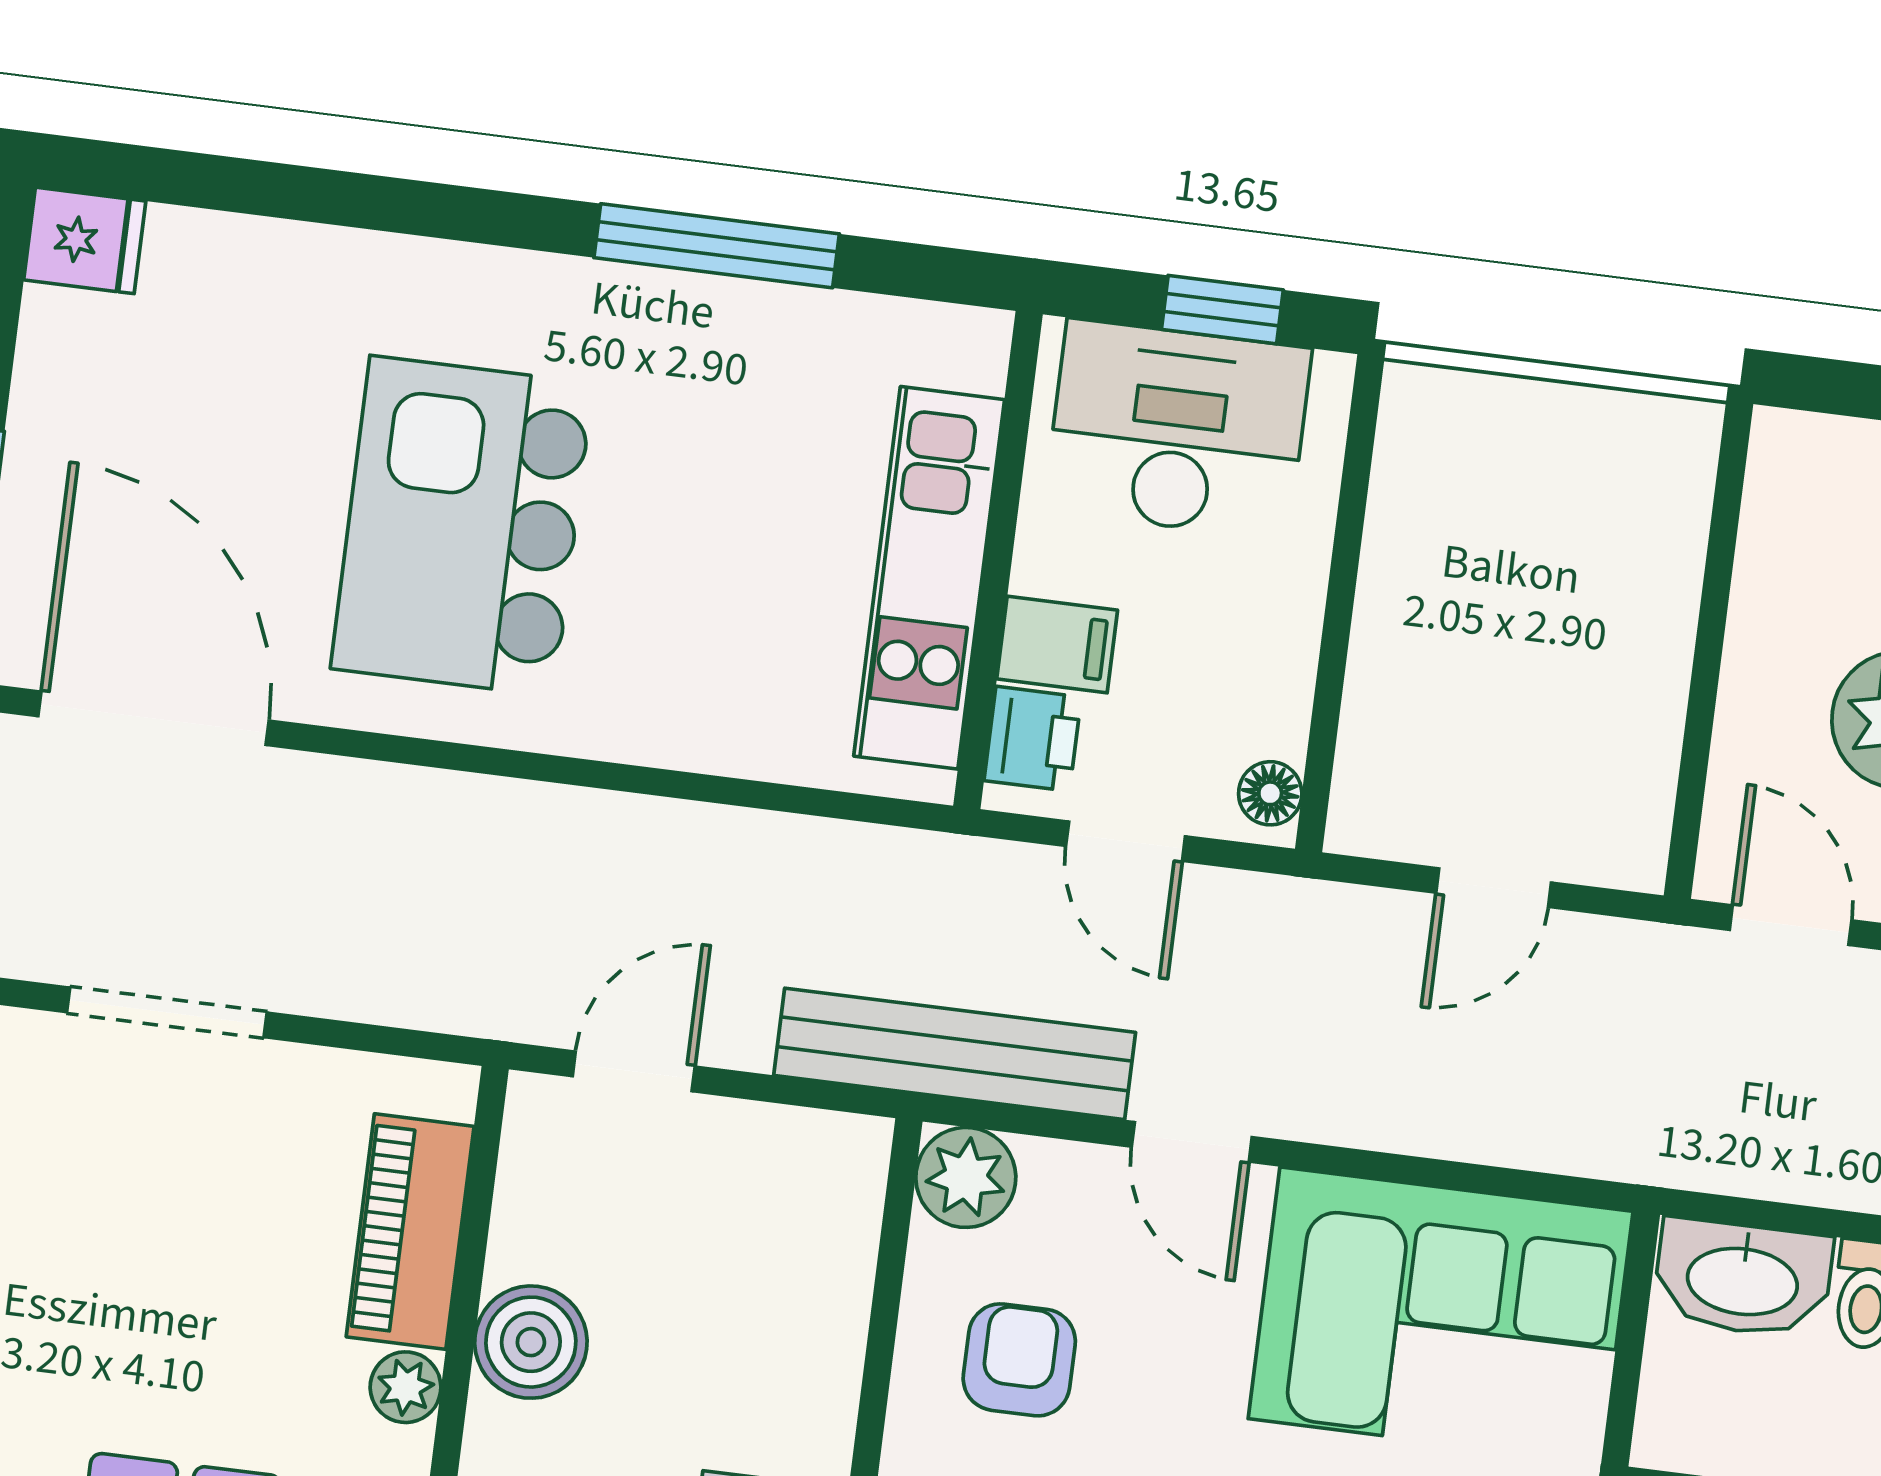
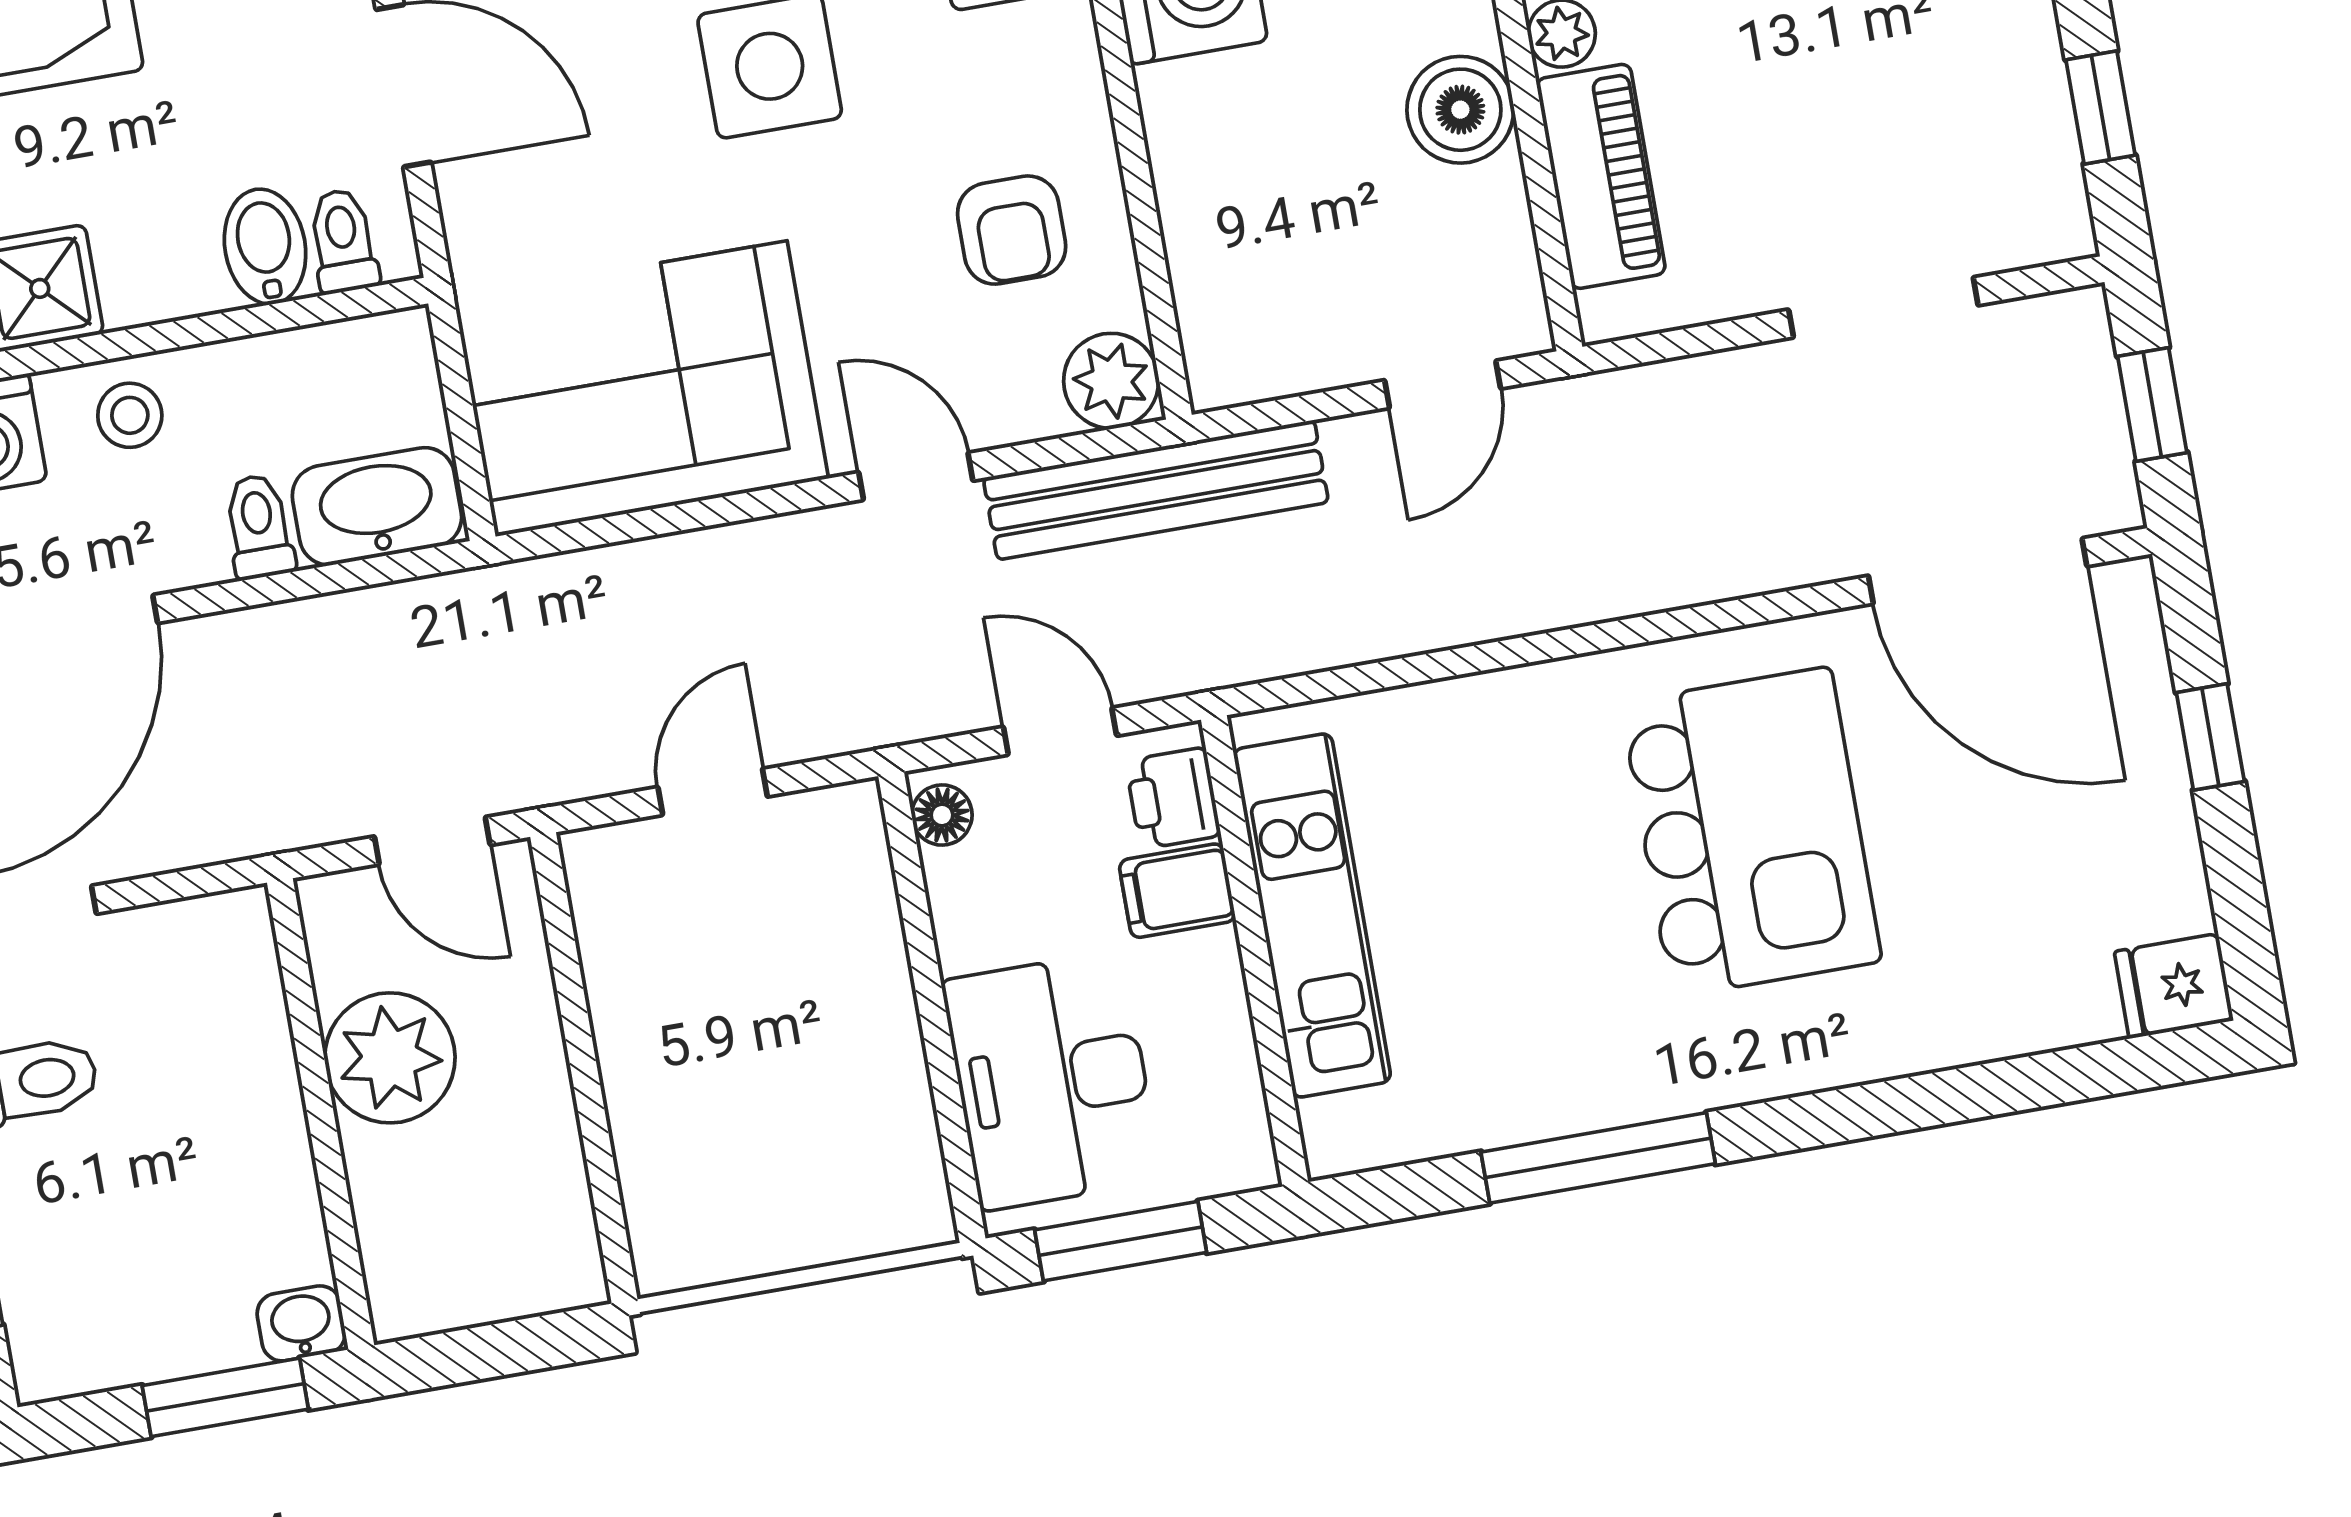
window: (1222, 310) -> (1121, 1241), width x1.50
desk: (1178, 429) -> (1052, 1081), moved, turned 90

